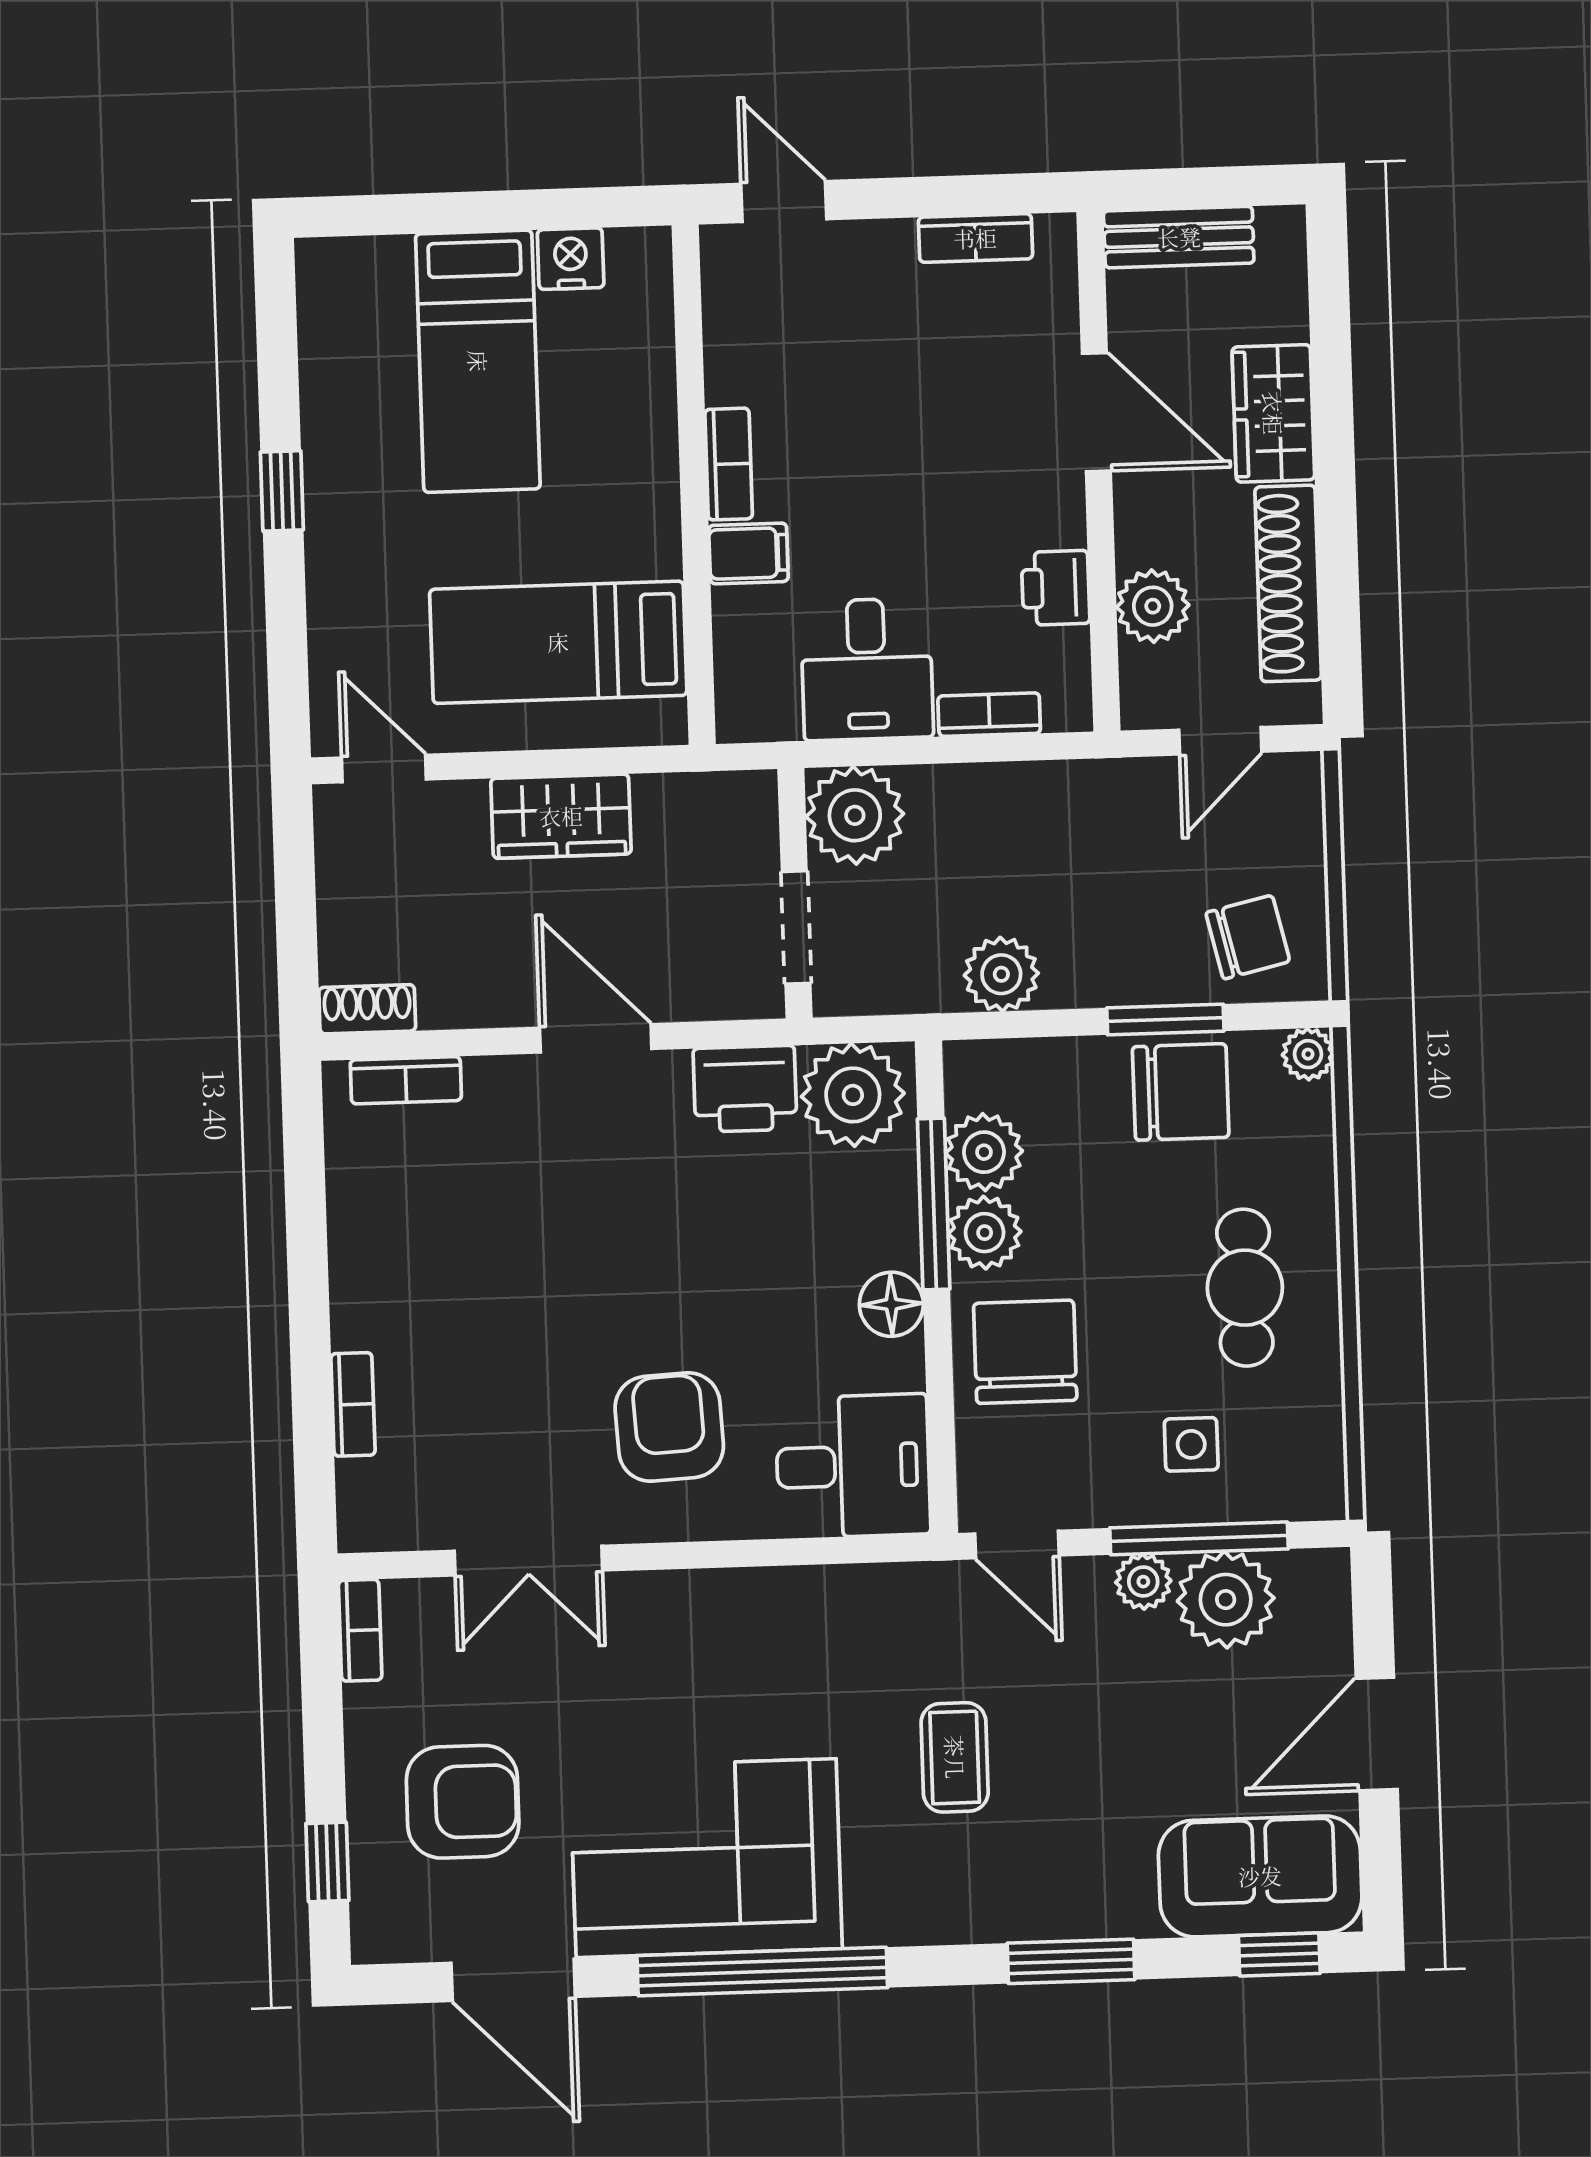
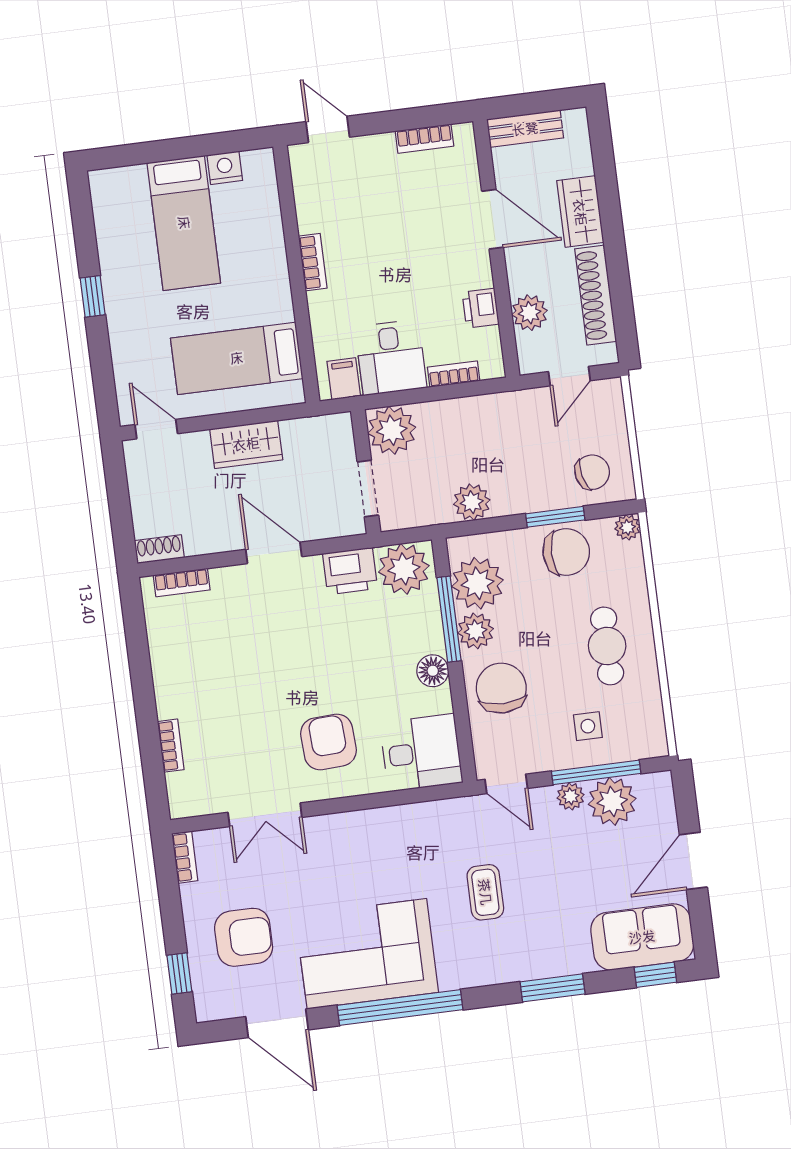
filing cabinet: (748, 553) -> (344, 379), moved, turned -90
plant: (984, 1152) -> (478, 583), width x1.36, depth x1.36

